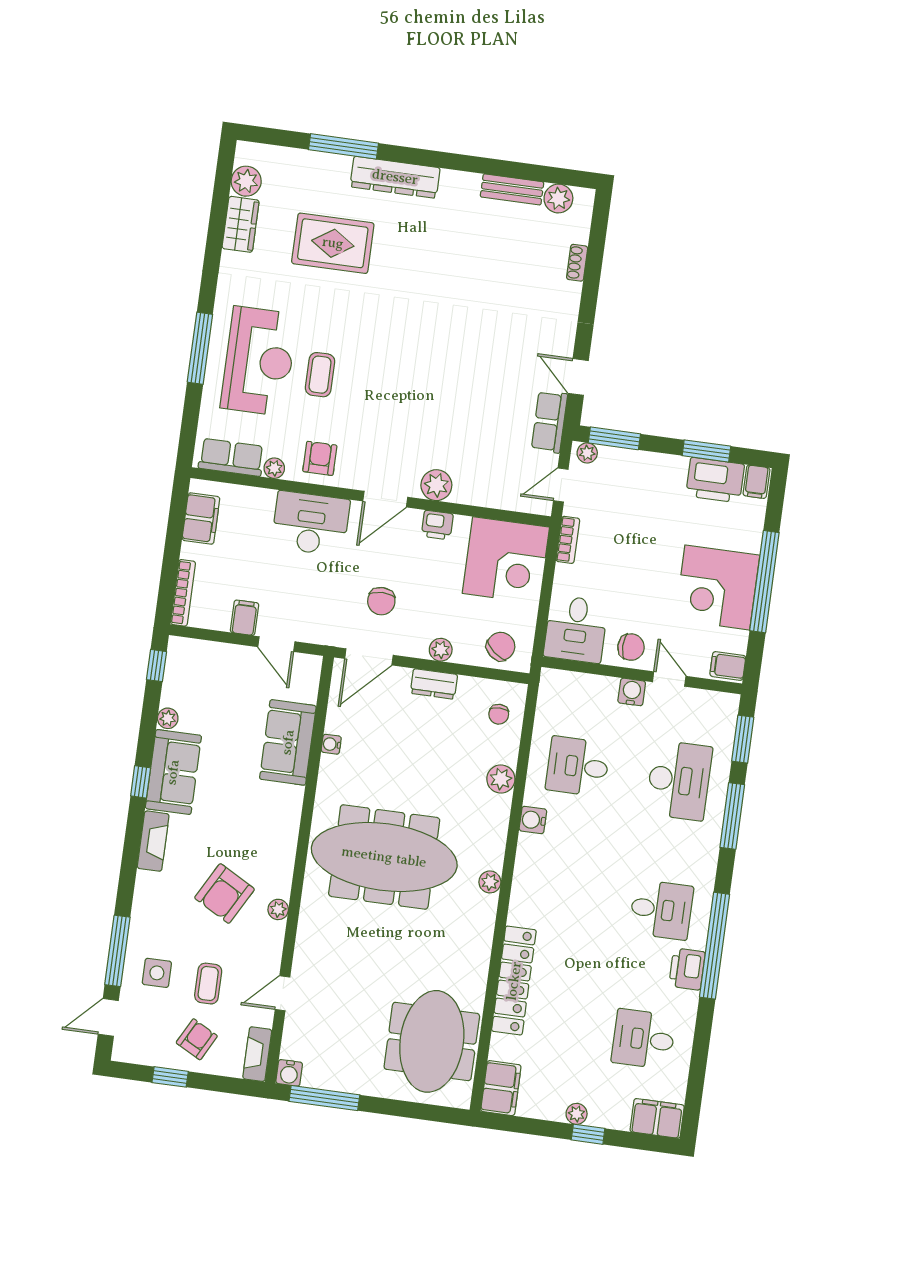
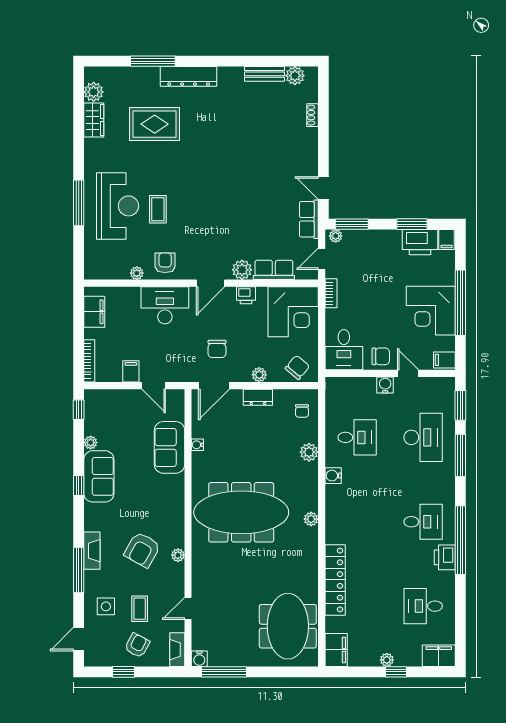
row of seats: (231, 457) -> (274, 270), moved
desk: (578, 766) -> (357, 437), turned 180
fireplace: (153, 841) -> (92, 551), moved
window: (117, 951) -> (79, 570), moved

